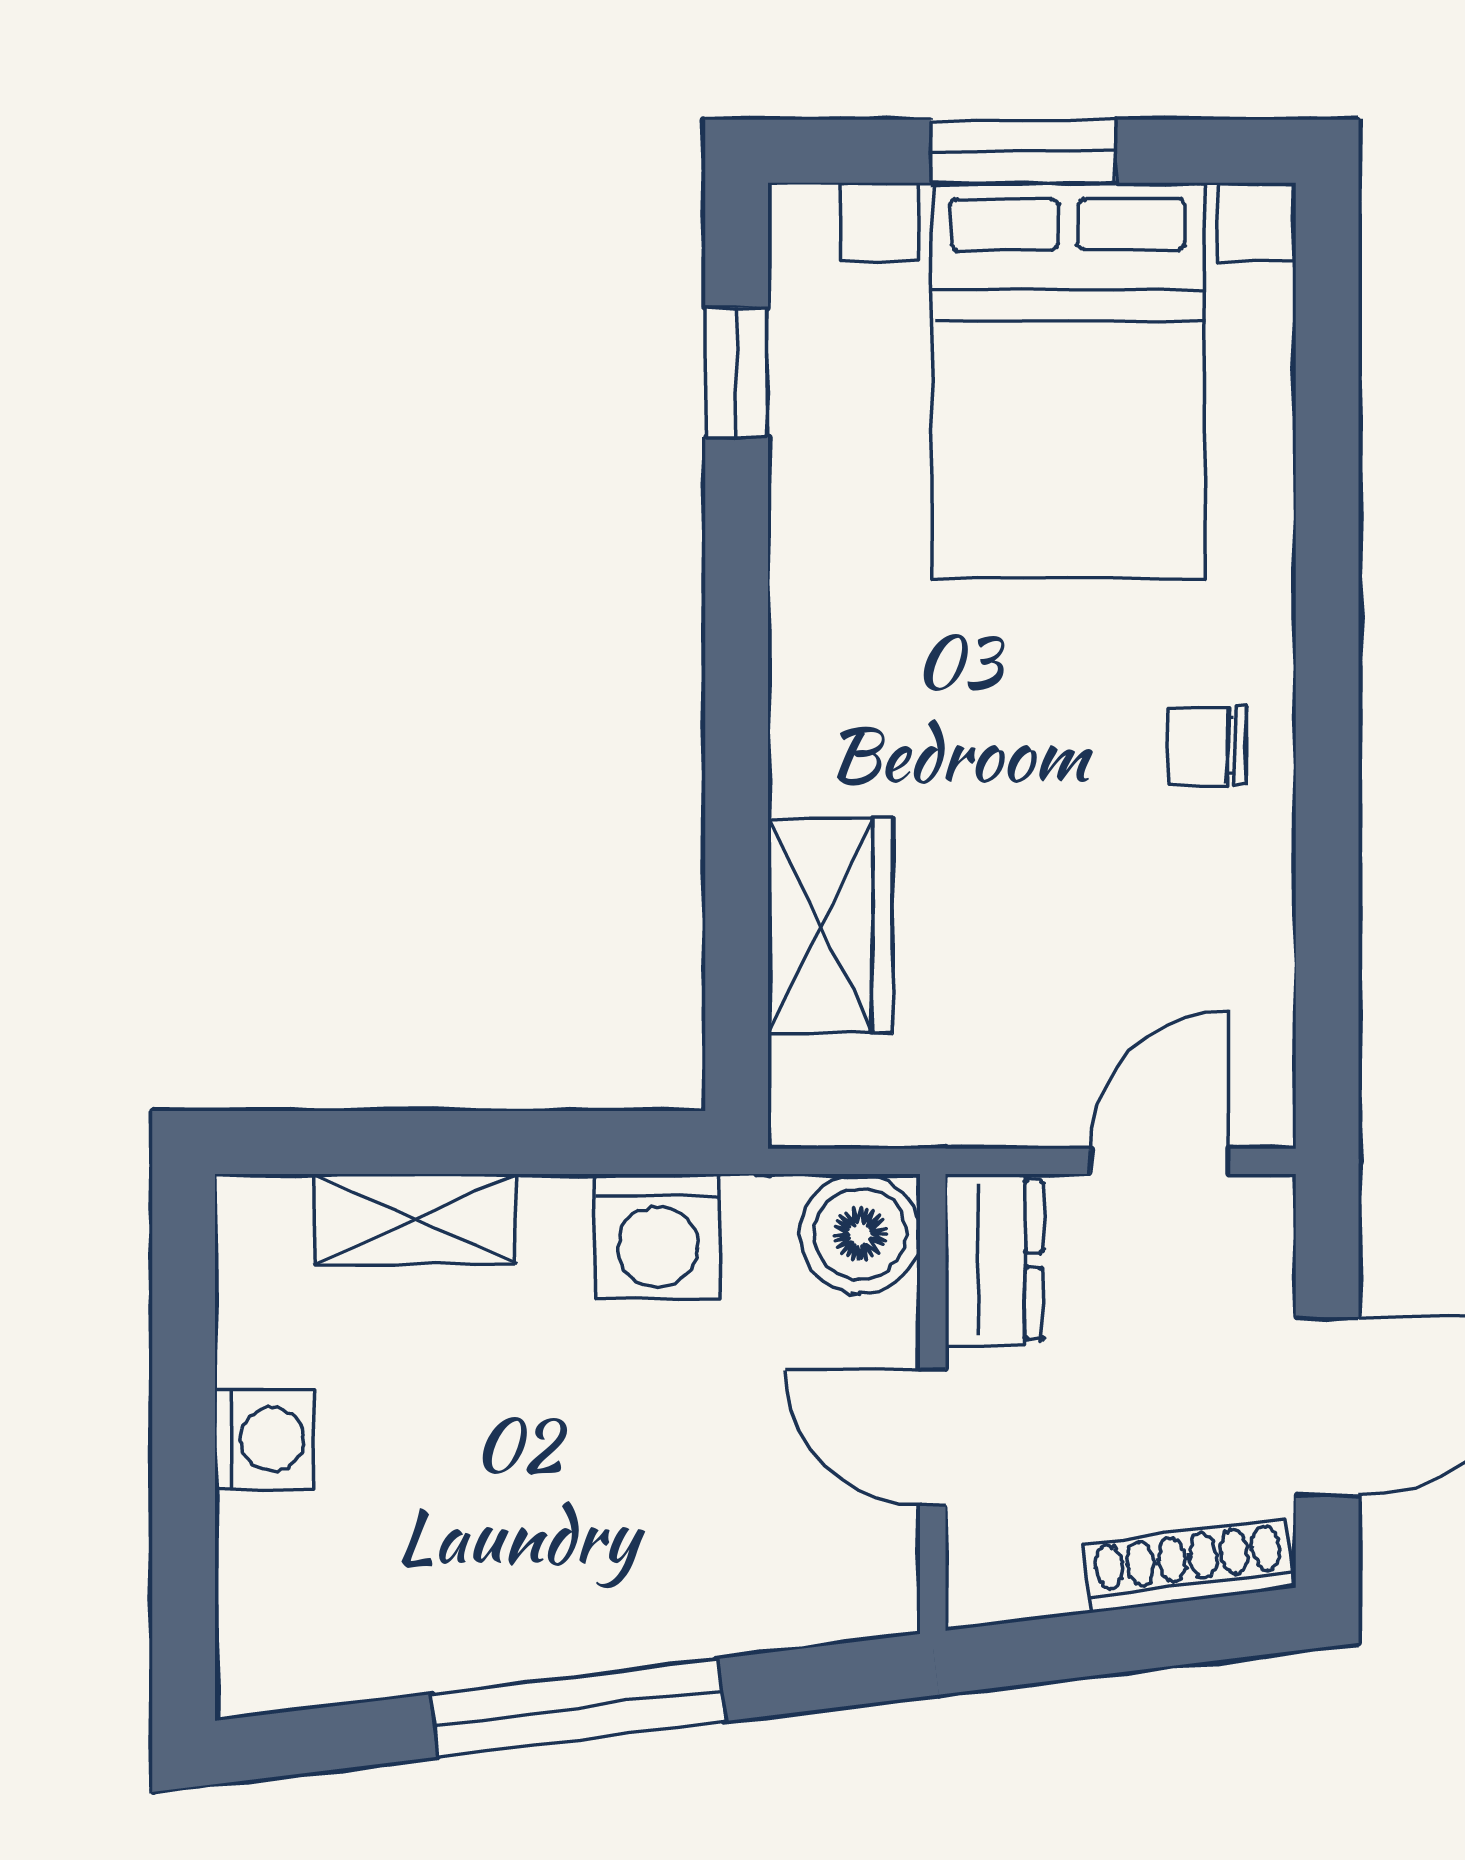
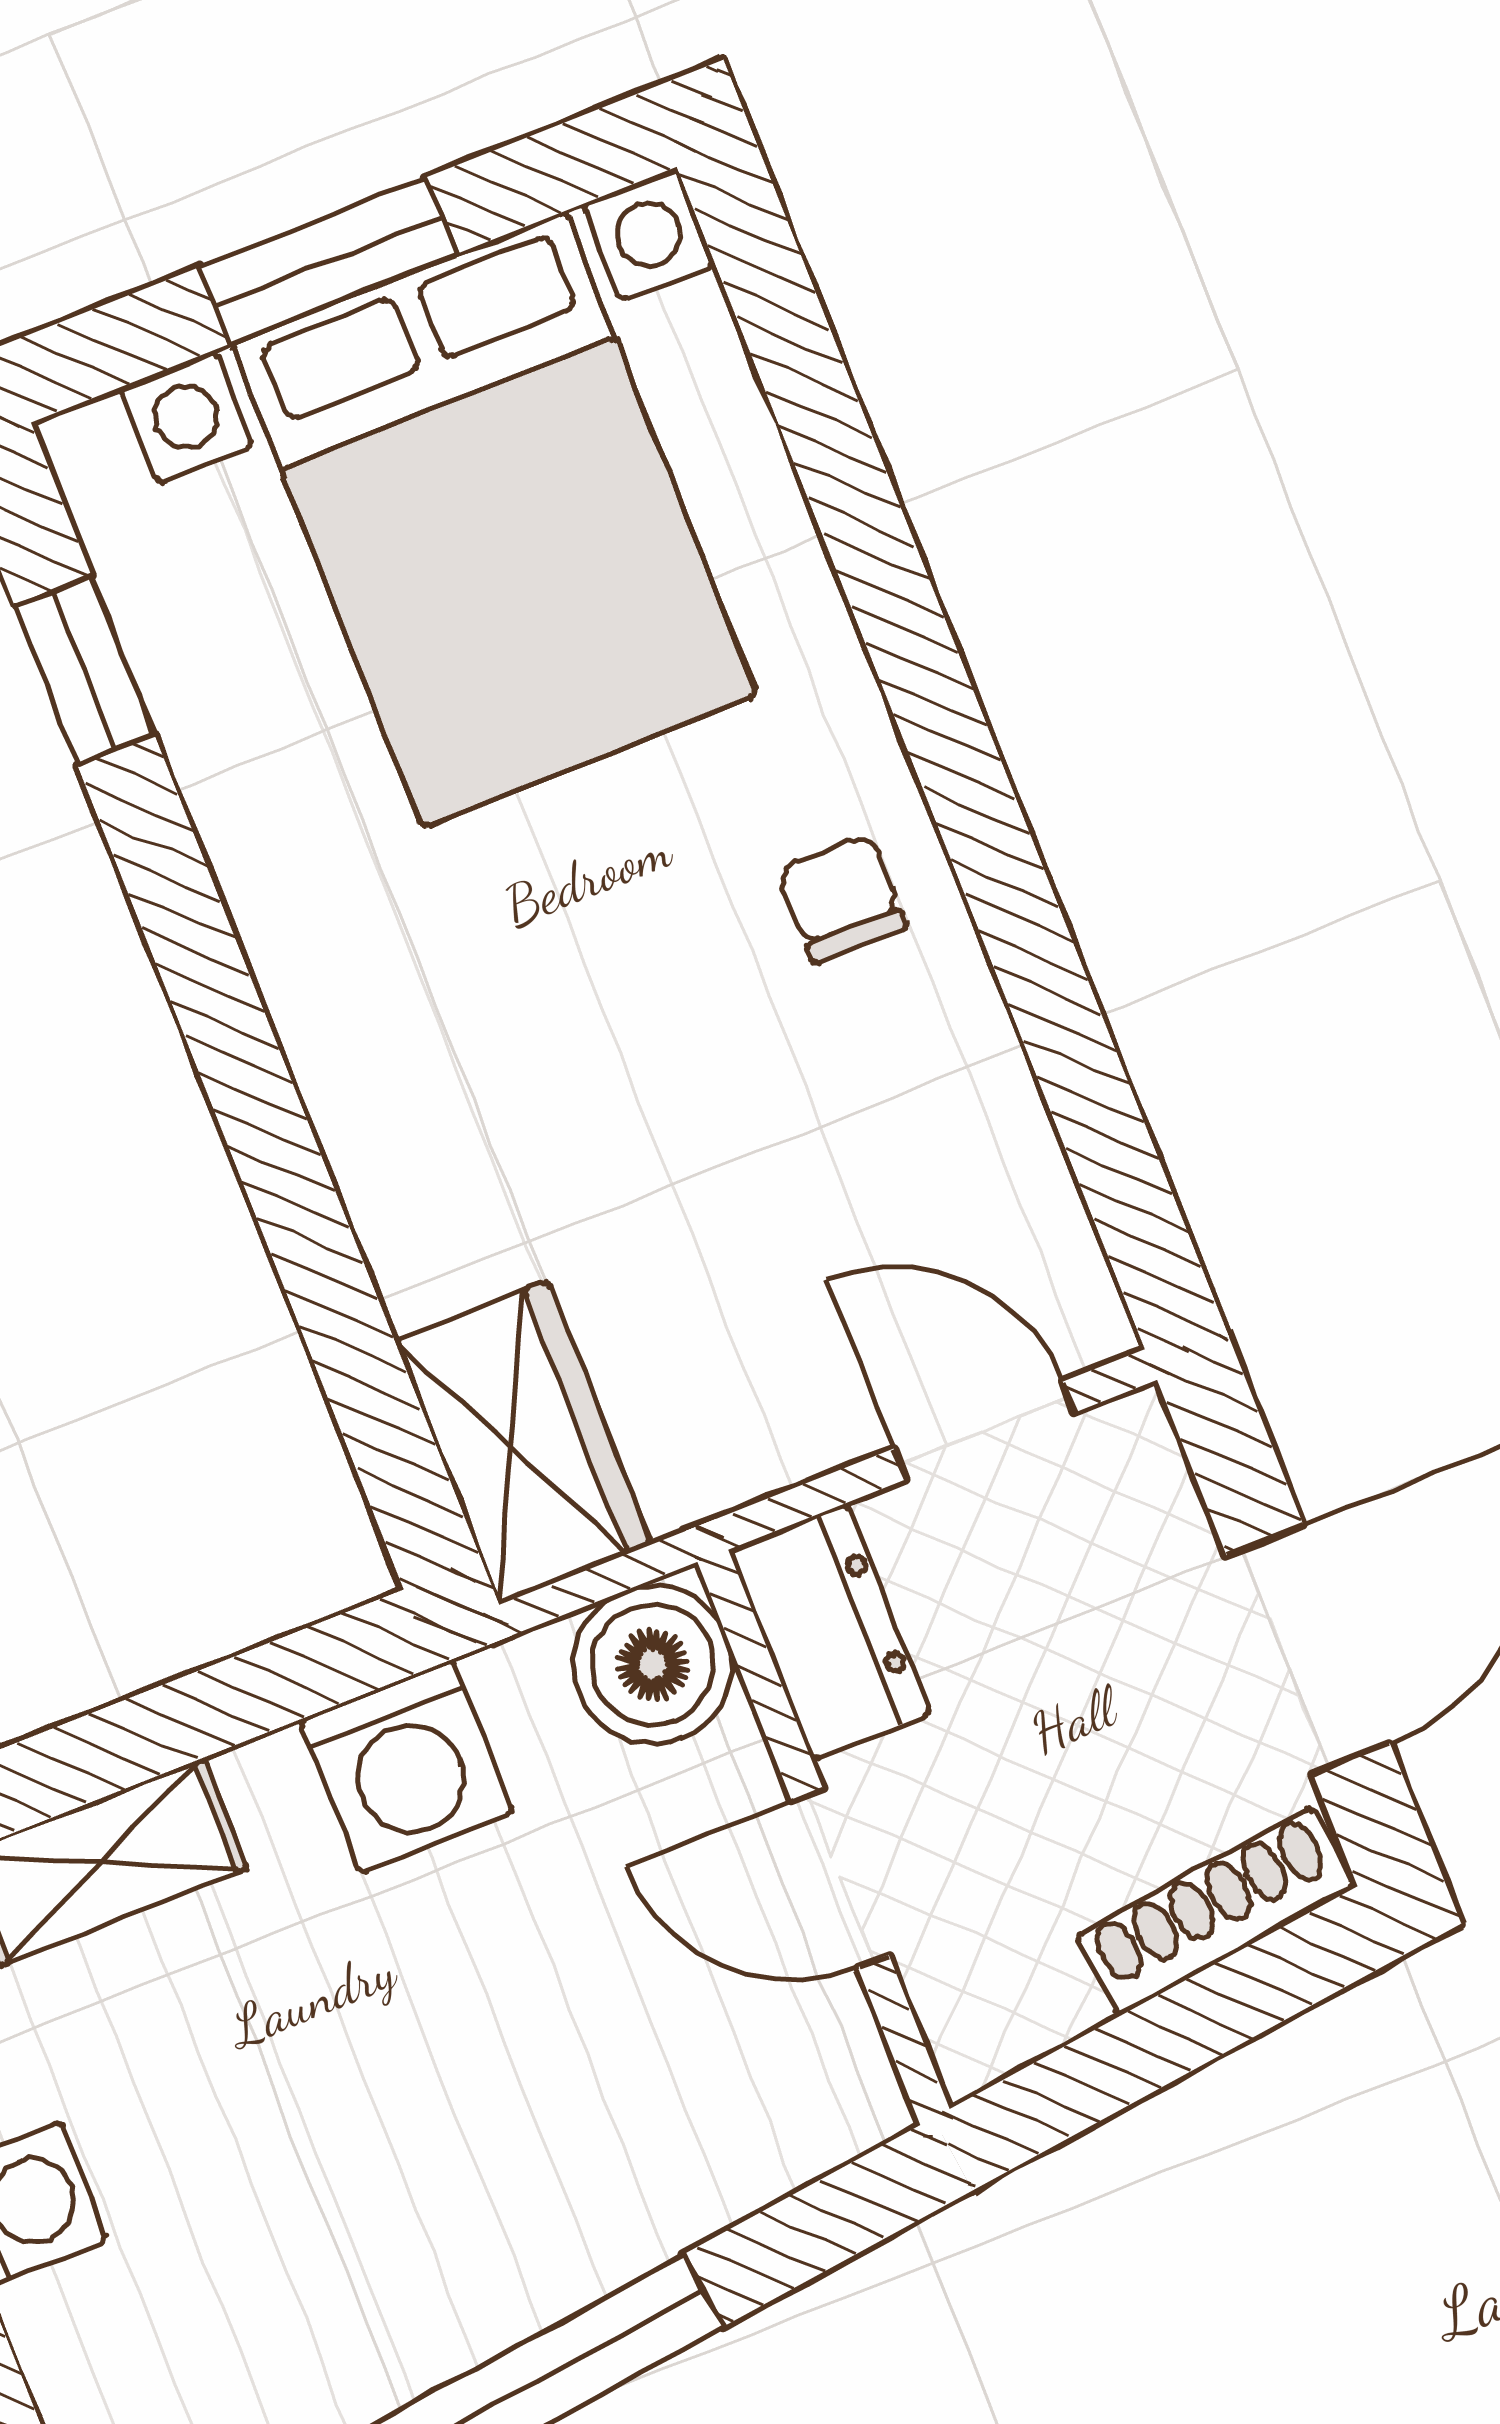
chair: (1208, 745) -> (842, 898), turned 90
wardrobe: (830, 926) -> (523, 1443), moved
door: (1160, 1161) -> (984, 1431), hinge flipped

